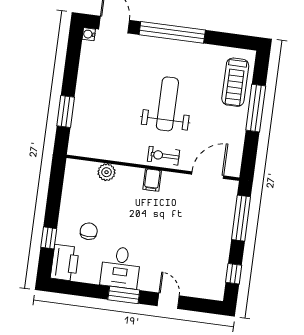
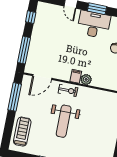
window: (256, 108) -> (15, 97), moved
plant: (106, 172) -> (86, 79), moved
desk: (121, 267) -> (94, 24), width x1.37

